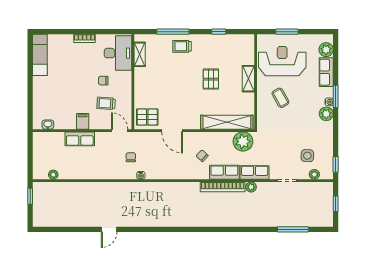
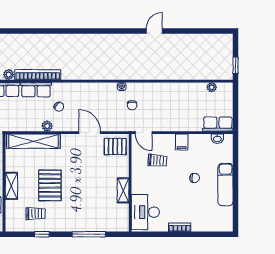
trolley: (182, 46) -> (36, 214), moved
shelving: (140, 54) -> (123, 190), moved
exam couch: (40, 55) -> (225, 185), moved
pallet: (211, 79) -> (50, 185), width x1.50, depth x1.42
chair: (103, 81) -> (195, 178), moved
row of seats: (80, 139) -> (218, 124), moved
plant: (243, 141) -> (47, 126), moved, width x0.53, depth x0.53

